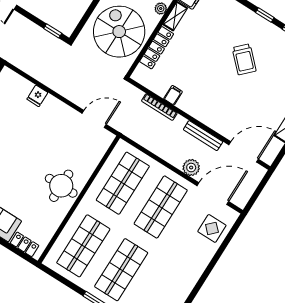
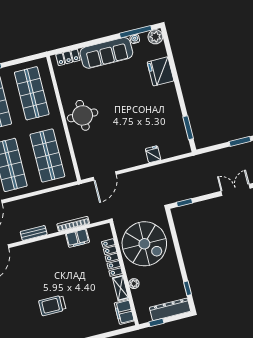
trolley: (244, 59) -> (52, 305), turned -45
filing cabinet: (173, 95) -> (78, 238), width x2.00
bench: (203, 136) -> (34, 233), width x0.73
plant: (191, 168) -> (16, 208), removed

